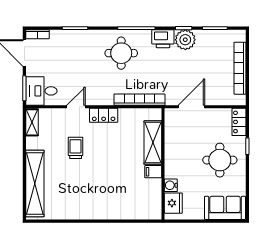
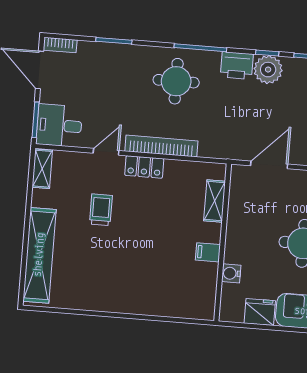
bookcase: (139, 100) -> (161, 146), moved
shelving: (153, 143) -> (215, 201), width x0.67, depth x0.75
fridge: (173, 203) -> (260, 312), moved, turned -90

